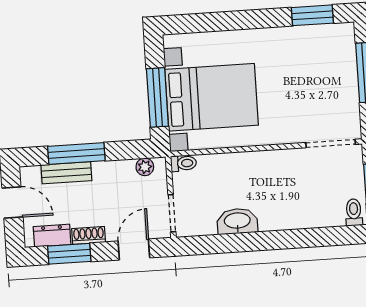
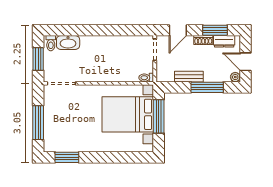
plant: (145, 167) -> (235, 77), moved
bench: (66, 173) -> (189, 77), moved
washbasin: (237, 221) -> (68, 43), moved

